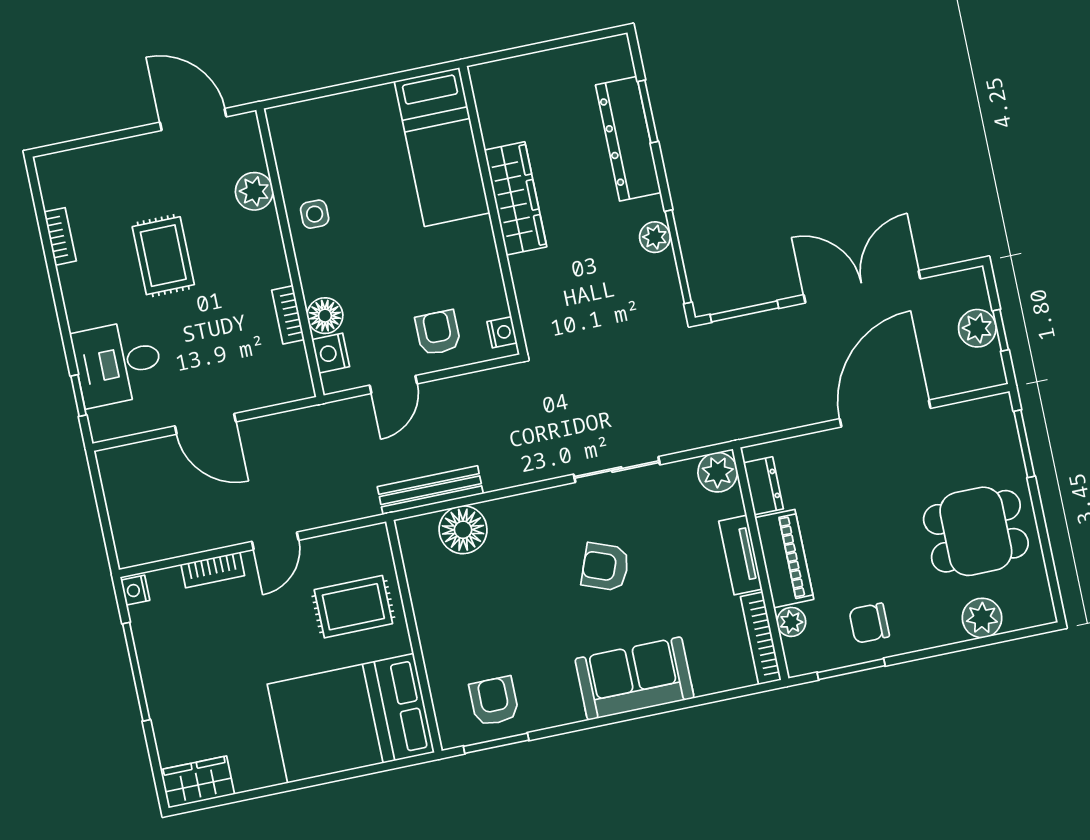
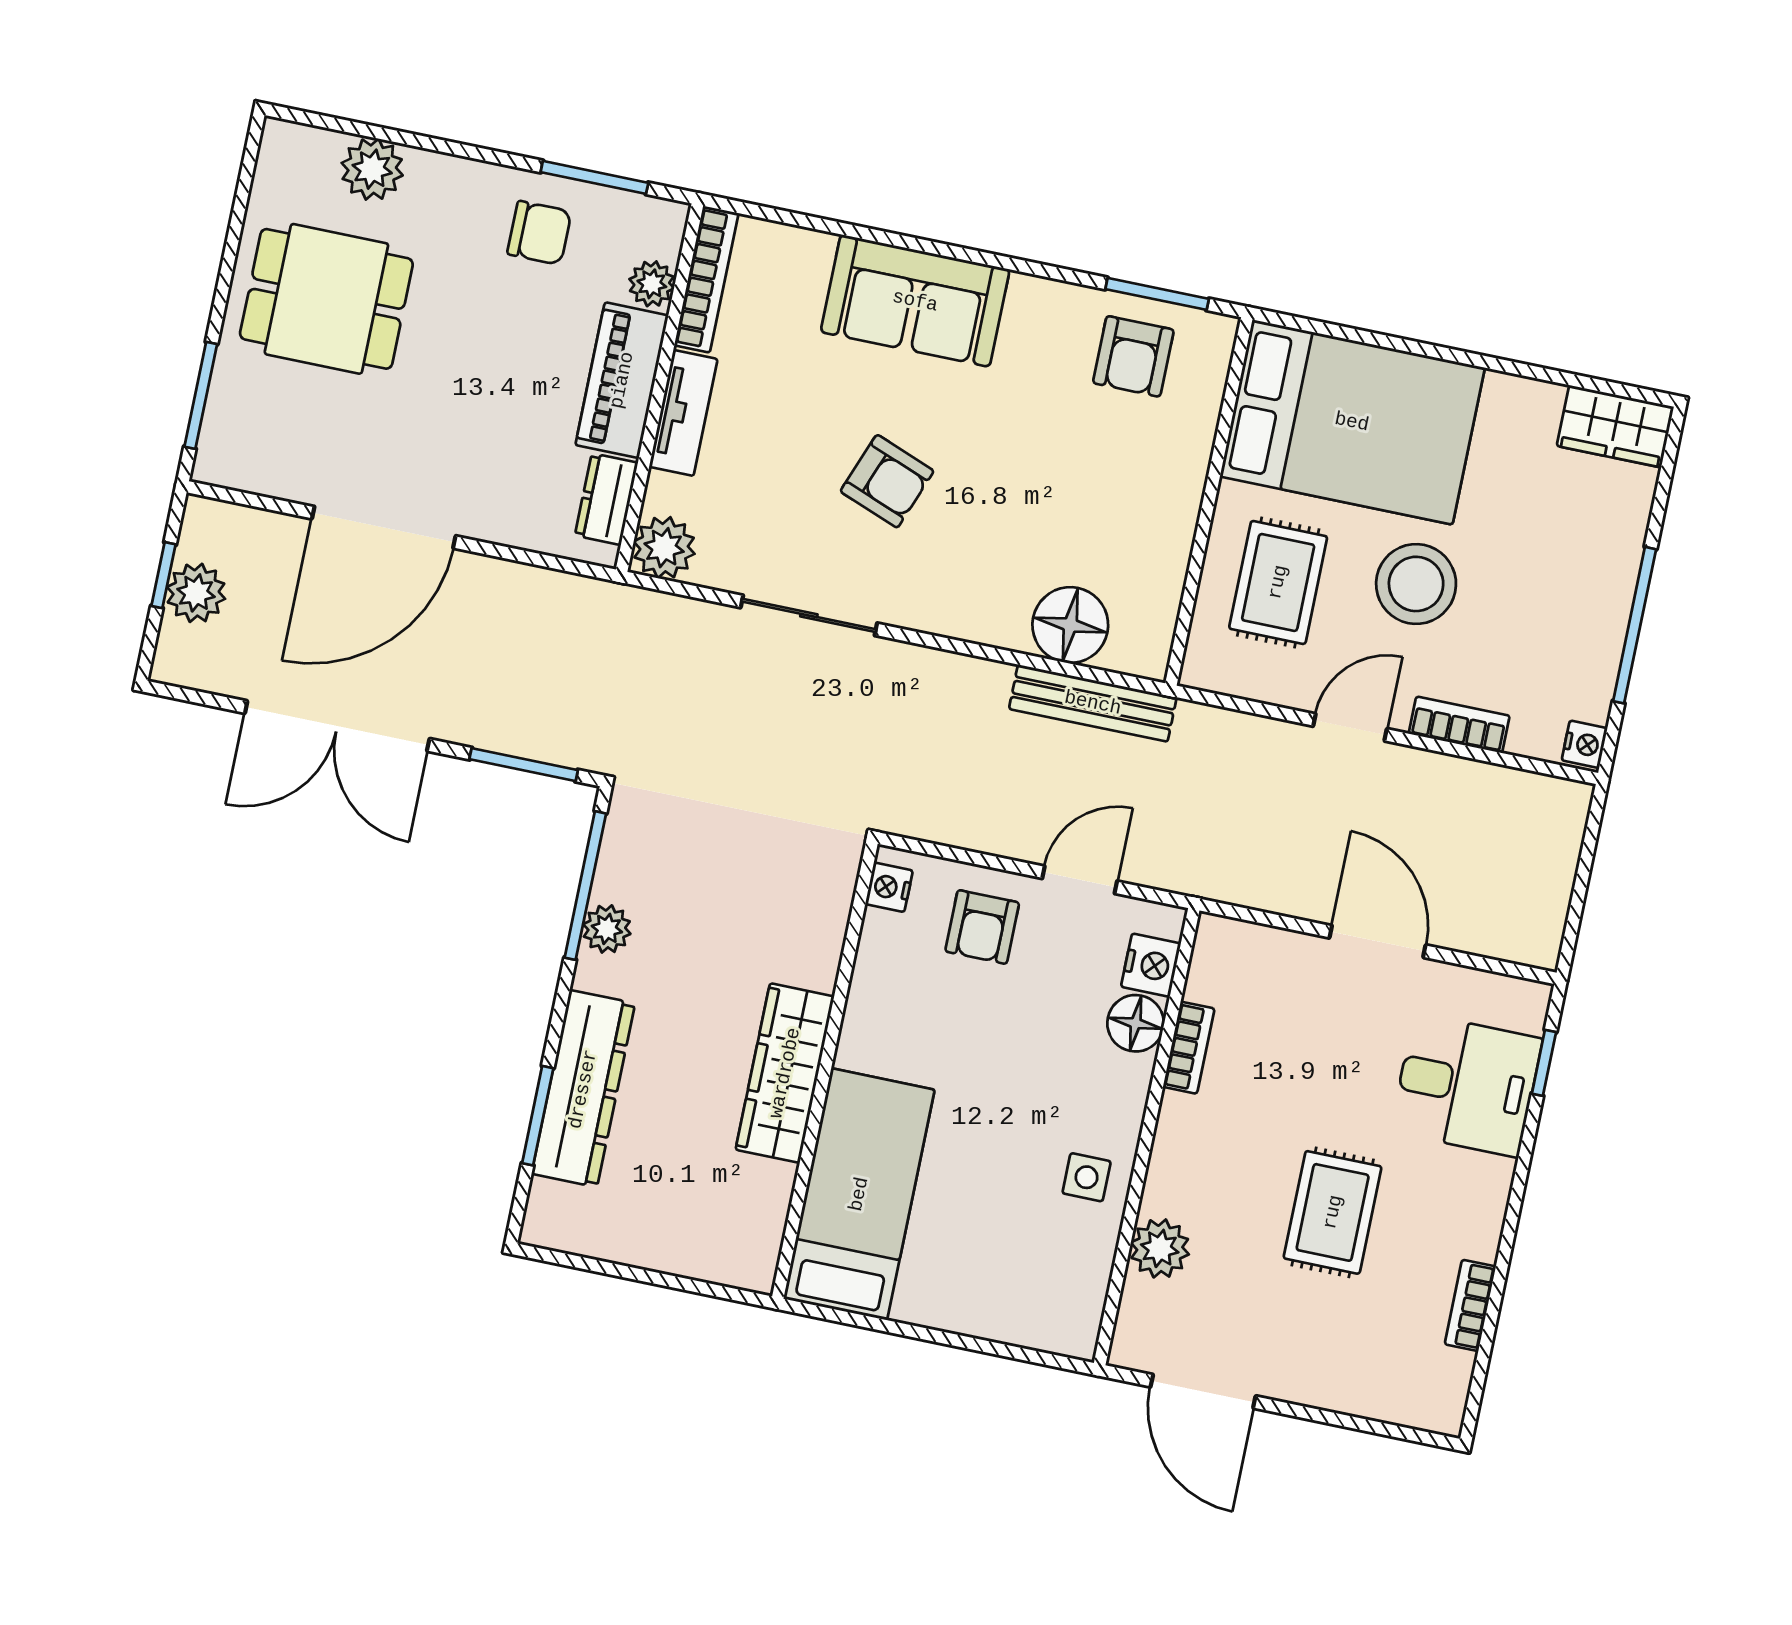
rug: (353, 607) -> (1278, 582), turned 90
stool: (273, 641) -> (1416, 584), added

